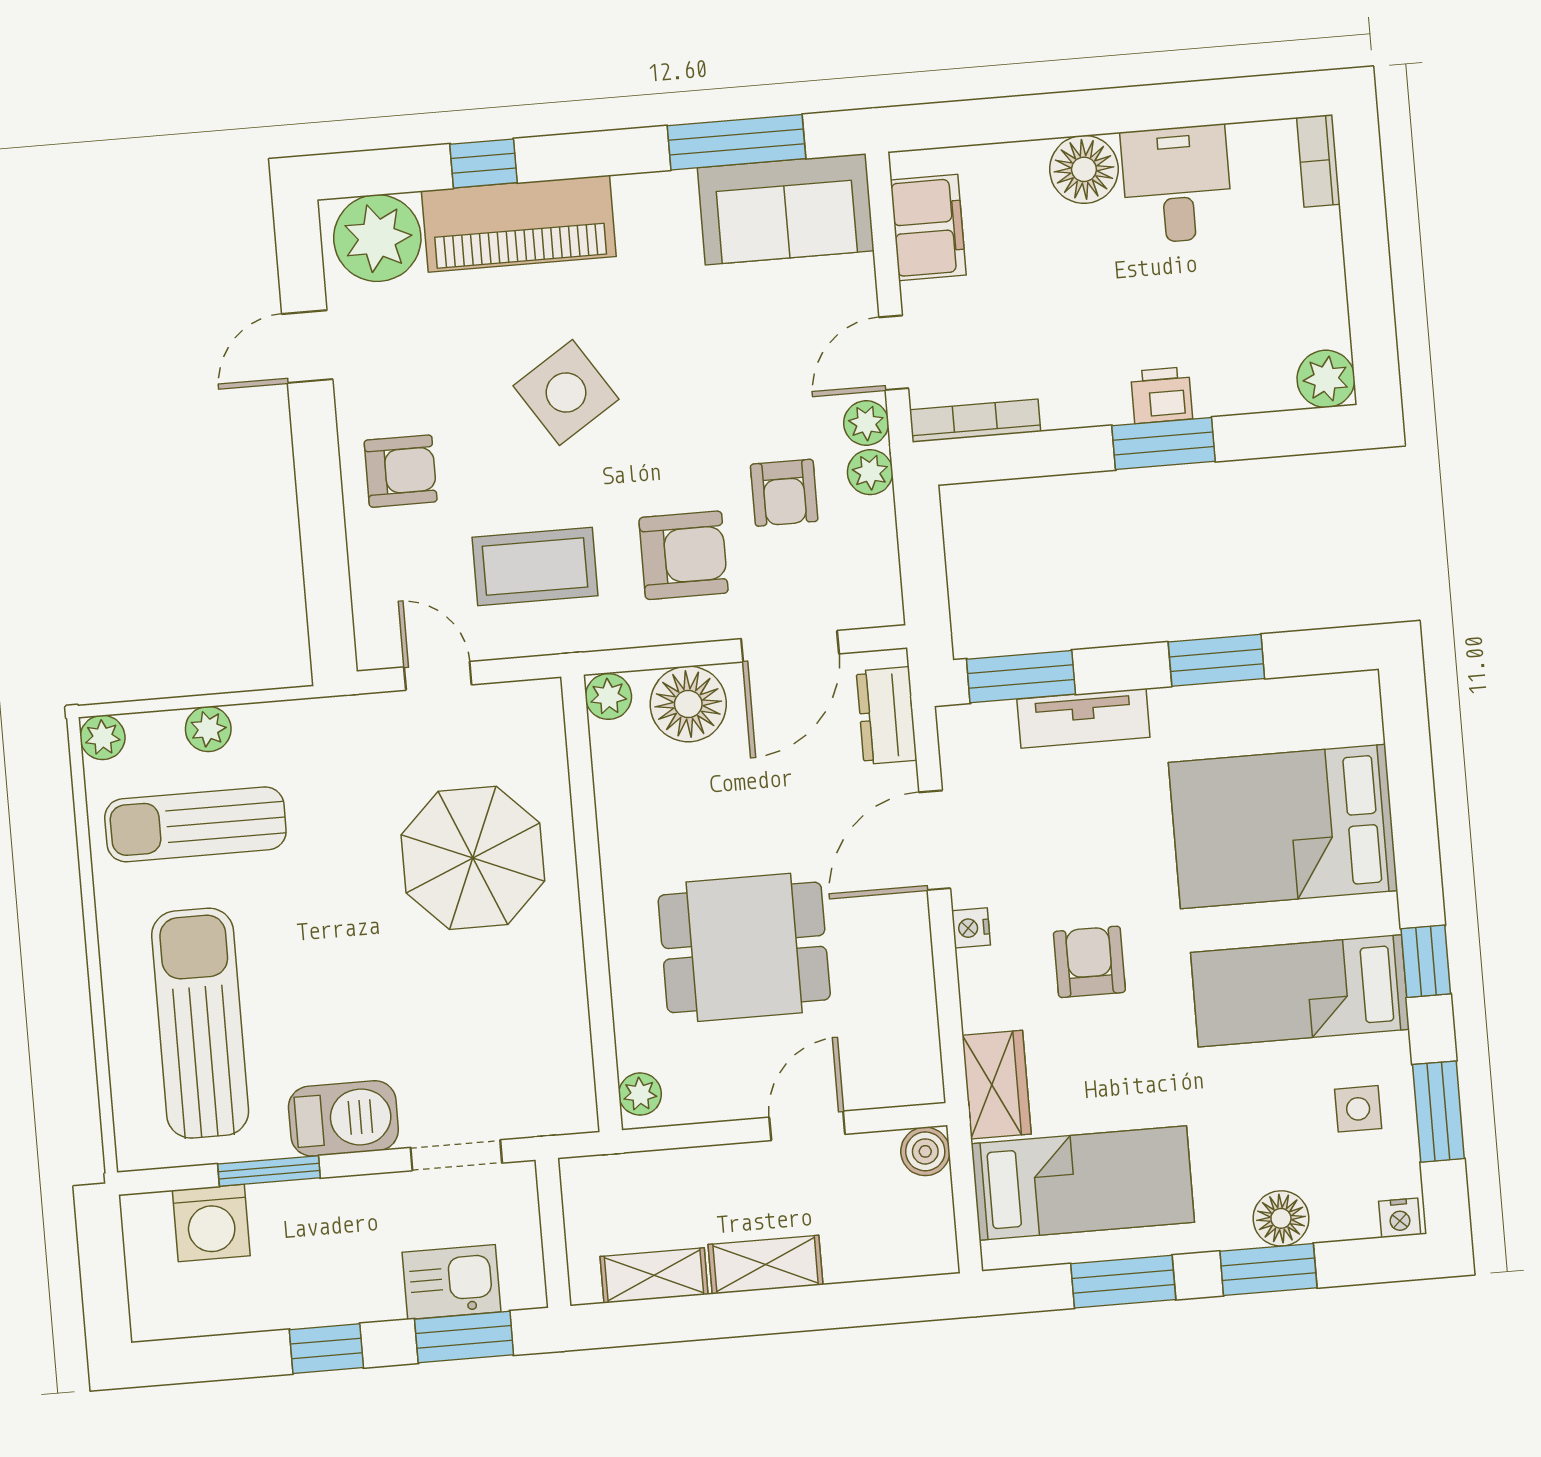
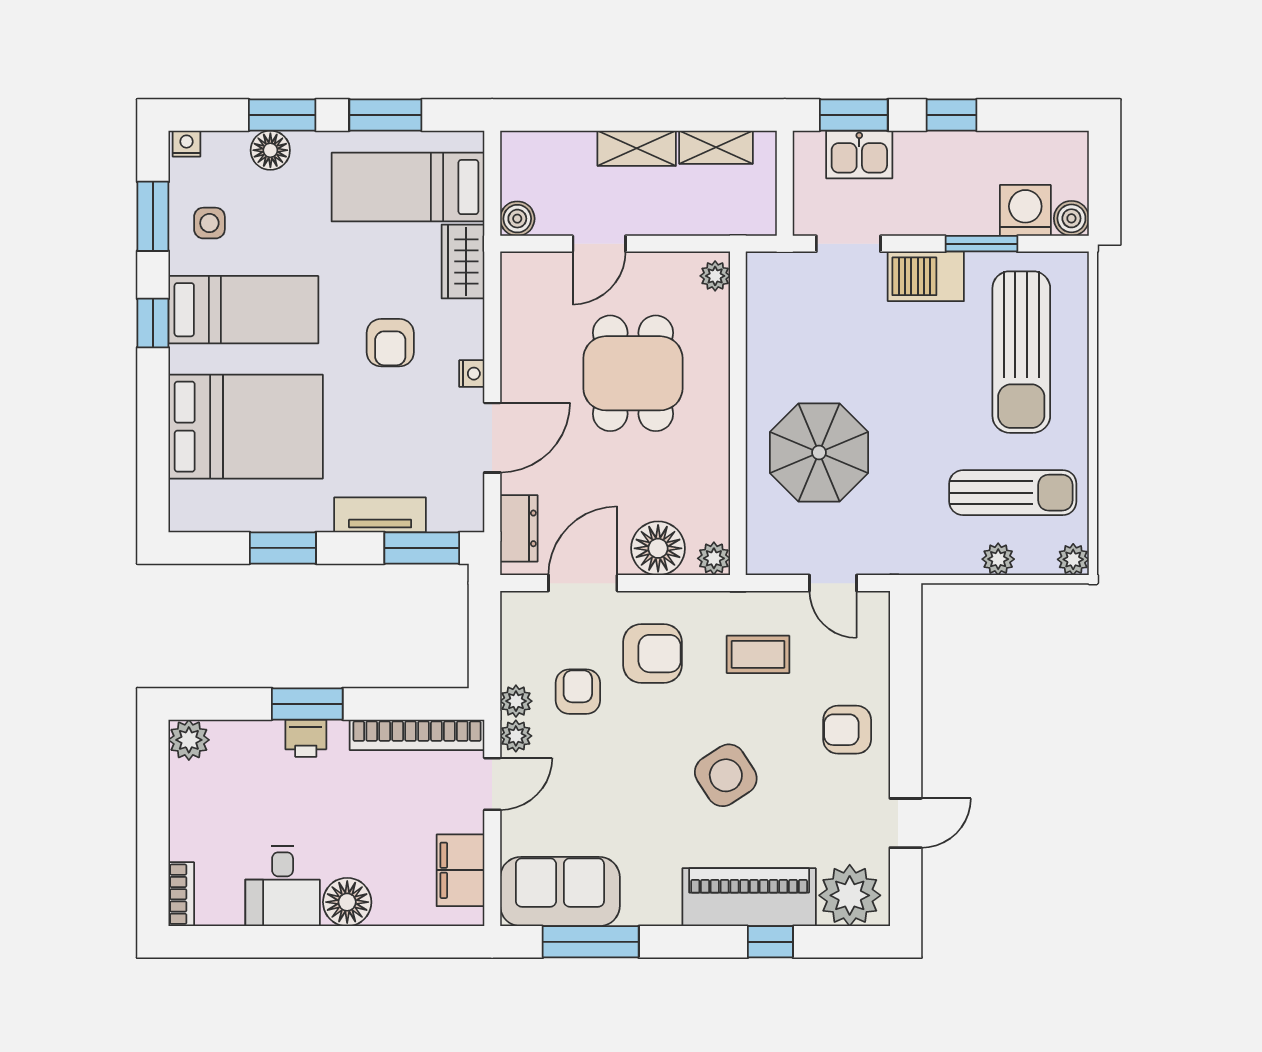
bookcase: (975, 421) -> (417, 735), width x1.48, depth x1.31
armchair: (684, 555) -> (653, 654), turned 180
coffee table: (535, 567) -> (758, 654), width x0.73, depth x0.77
dining table: (744, 947) -> (633, 373), turned 90
boiler: (145, 1217) -> (1071, 218), added

